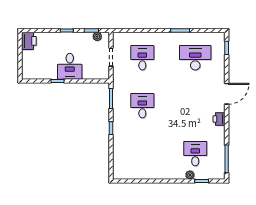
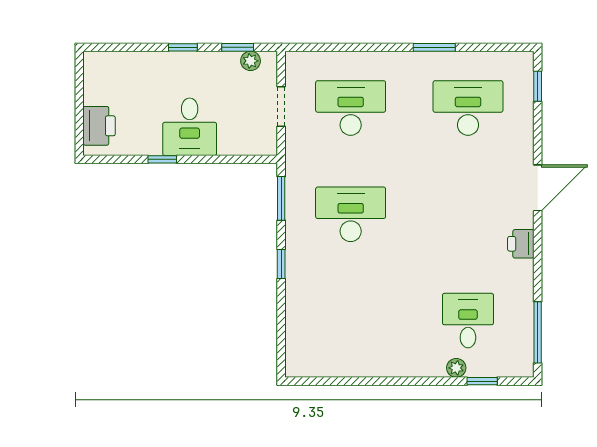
printer: (29, 41) -> (99, 126), moved
desk: (142, 58) -> (351, 108), width x1.37
desk: (142, 106) -> (351, 214), width x1.37

